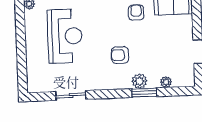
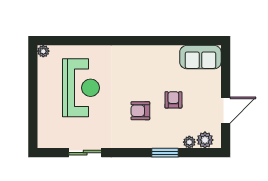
armchair: (136, 13) -> (173, 100), moved
plant: (139, 81) -> (205, 140), moved

